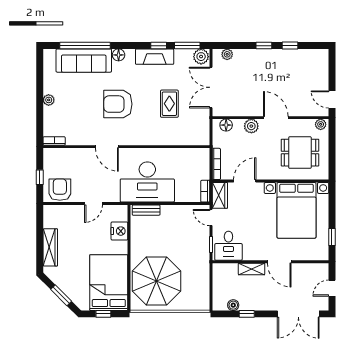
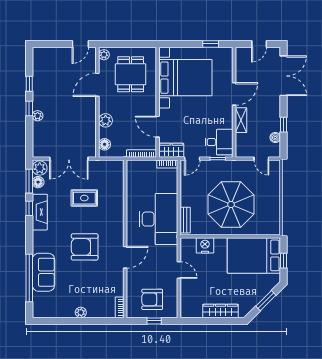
plant: (227, 54) -> (38, 116), moved
floor lamp: (119, 55) -> (38, 182), moved
sofa: (84, 61) -> (43, 272), width x0.73
armchair: (118, 104) -> (85, 247), turned 90
door: (276, 118) -> (97, 85), moved
armchair: (60, 190) -> (152, 299), moved
parasol: (157, 281) -> (231, 205), moved
door: (332, 288) -> (259, 44), hinge flipped
door: (211, 291) -> (261, 159), added

